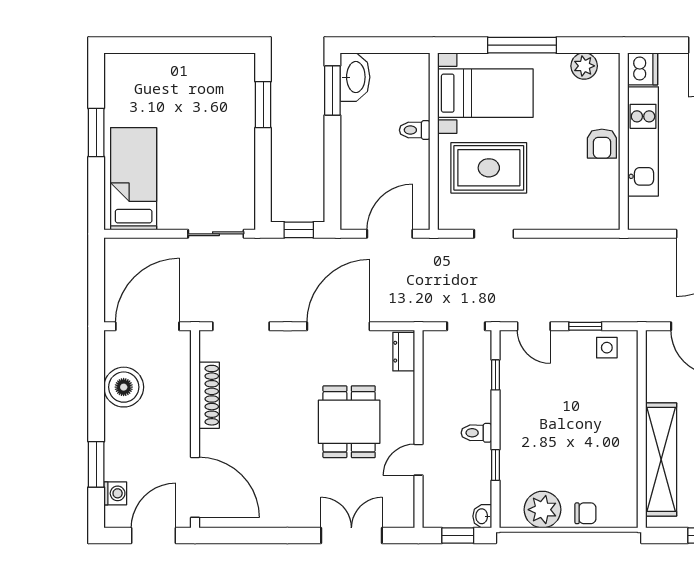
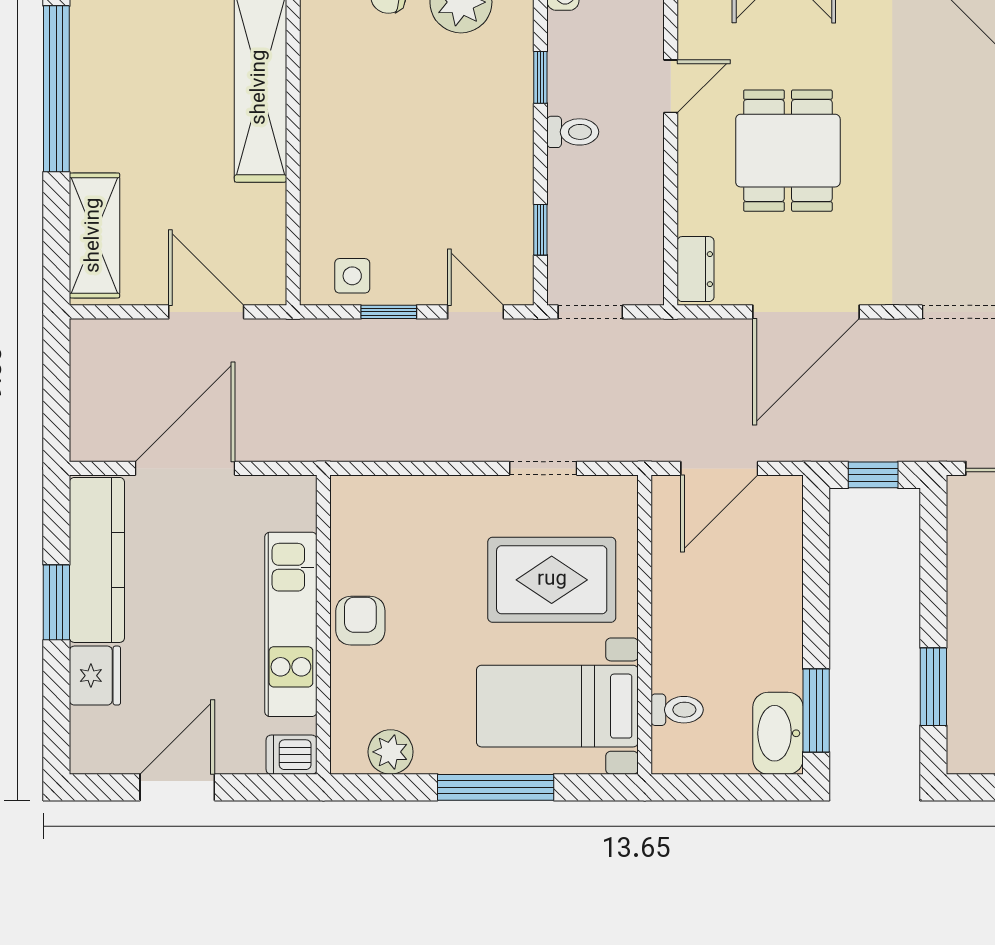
dishwasher: (643, 69) -> (292, 755), width x0.73
toilet: (415, 130) -> (677, 710), moved

